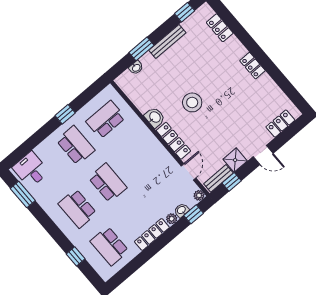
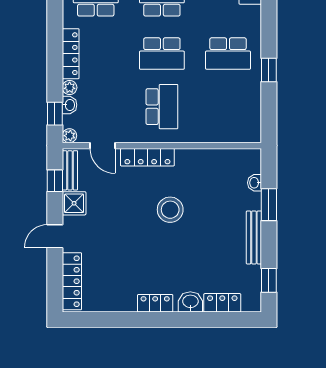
washbasin: (155, 117) -> (190, 302), moved, turned 180
school desk: (106, 120) -> (162, 107), moved
locker: (280, 124) -> (72, 281), width x1.53

